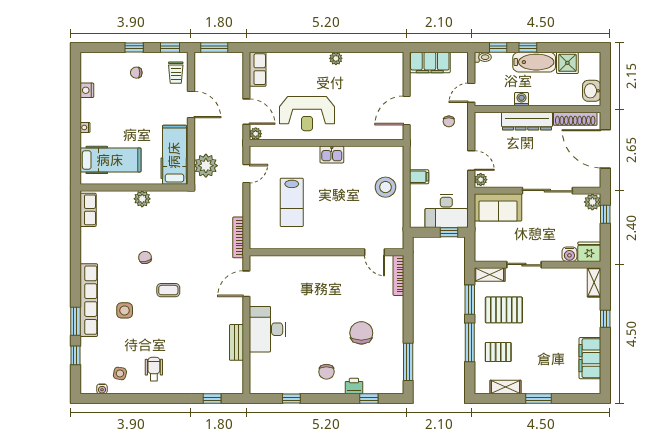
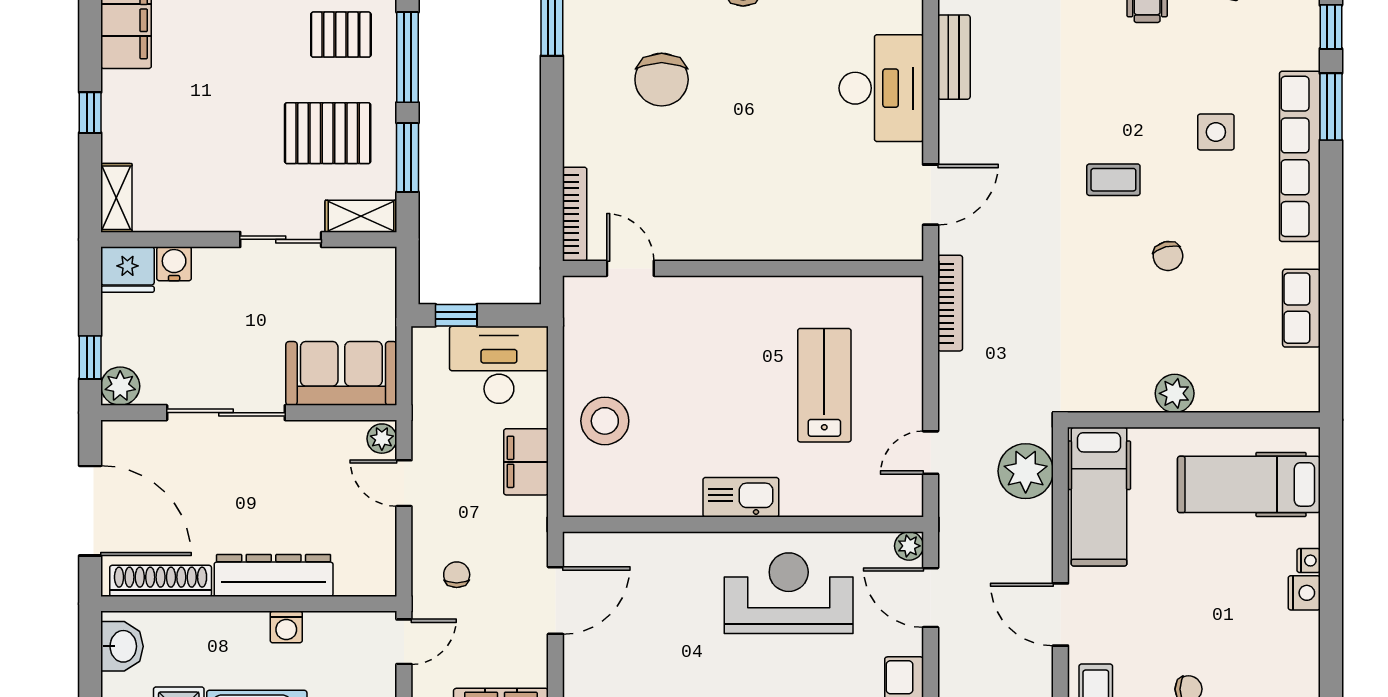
nightstand: (87, 90) -> (1304, 593), moved
kitchen sink: (332, 154) -> (741, 497), width x1.38
filing cabinet: (419, 177) -> (526, 462), width x2.00
row of seats: (88, 210) -> (1301, 308), moved
desk: (446, 211) -> (499, 365), moved

